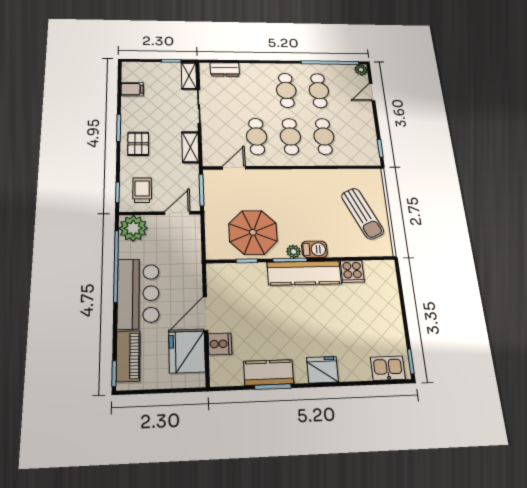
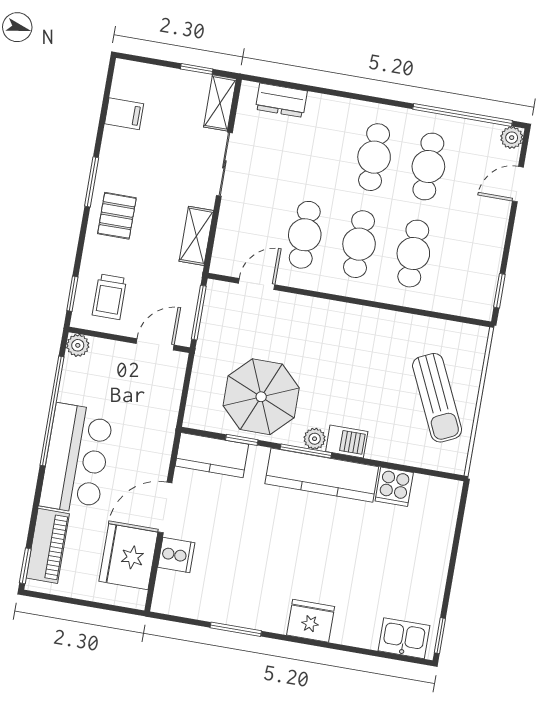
trolley: (142, 190) -> (109, 297), turned 180
plant: (133, 228) -> (78, 345), width x0.53, depth x0.53
kitchen counter: (269, 372) -> (212, 455), moved, turned 180

